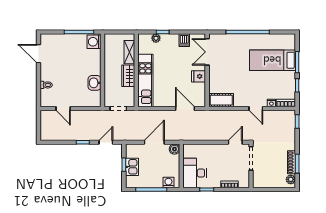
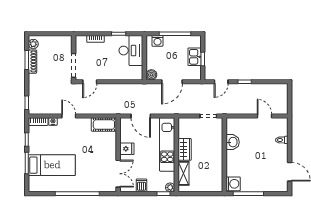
shelving: (129, 52) -> (184, 173), moved
wall: (136, 70) -> (176, 155), moved
wardrobe: (128, 76) -> (185, 149), moved
kitchen unit: (145, 80) -> (167, 144), moved

